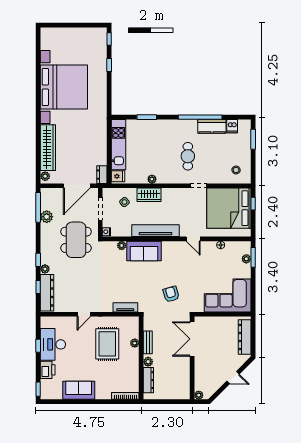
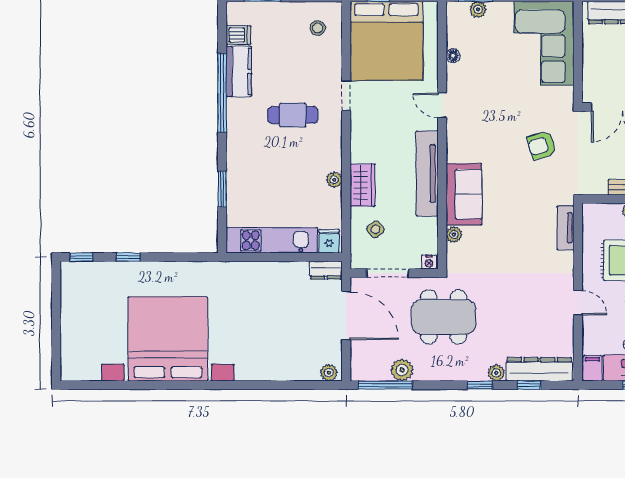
wardrobe: (48, 148) -> (277, 368), removed
door: (193, 239) -> (442, 106), swing flipped
filing cabinet: (48, 322) -> (592, 368), added

